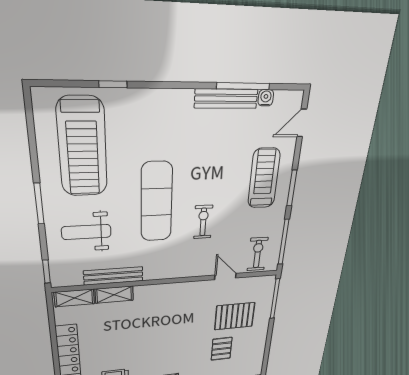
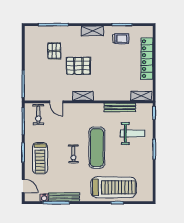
door: (302, 123) -> (23, 186), hinge flipped
treadmill: (82, 148) -> (113, 187), moved, turned 90
exercise bike: (203, 222) -> (73, 154), moved
shelving: (114, 295) -> (83, 96), moved
pallet: (235, 316) -> (78, 66), moved

